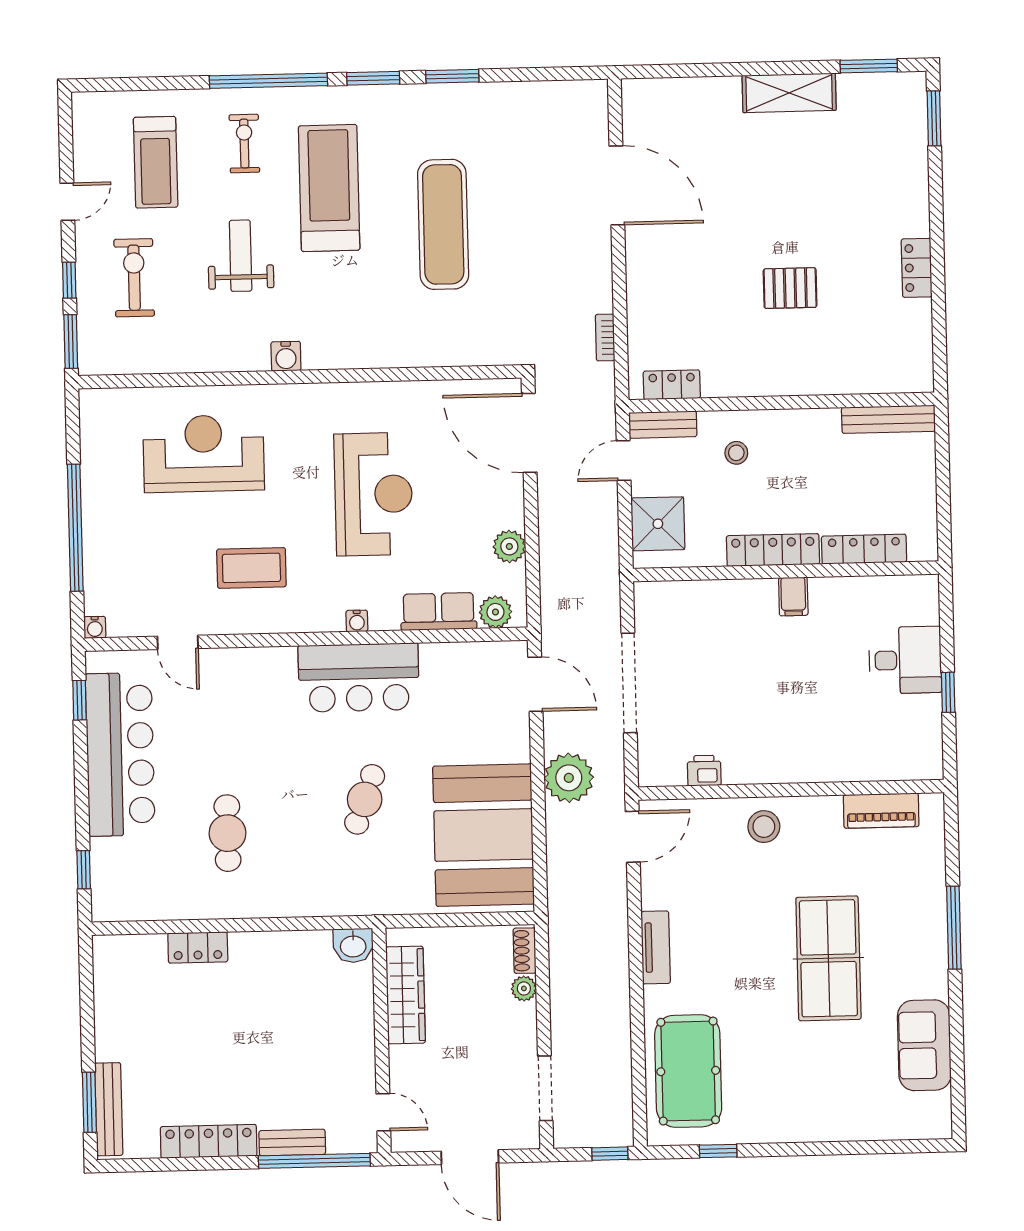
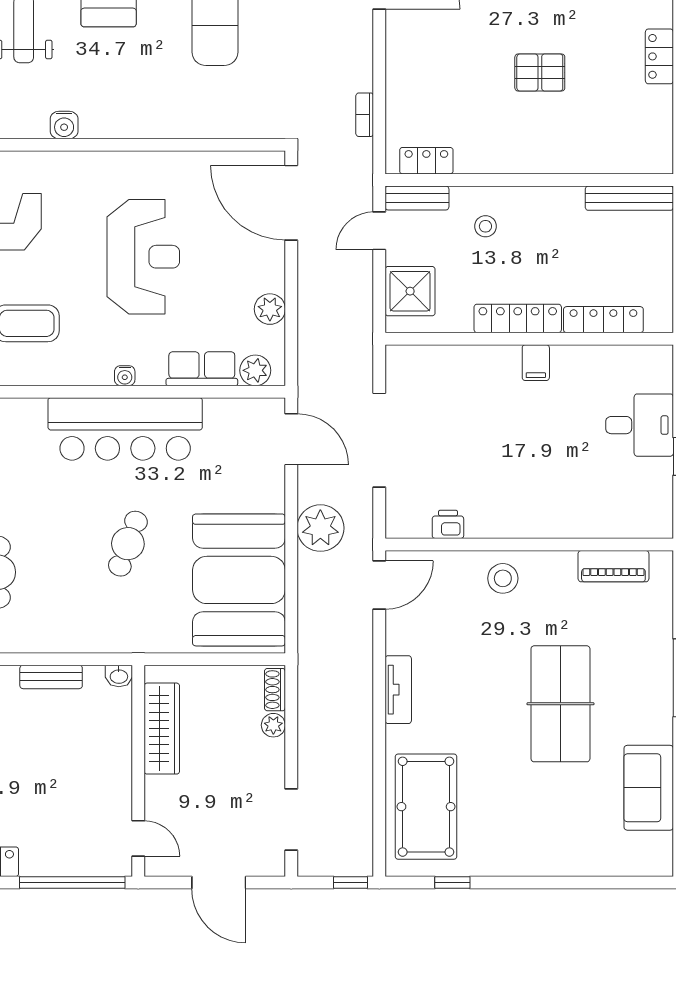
bar counter: (359, 678) -> (125, 429), width x1.36
washbasin: (353, 945) -> (119, 676), width x0.72, depth x0.69
bench: (292, 1143) -> (51, 677), moved

